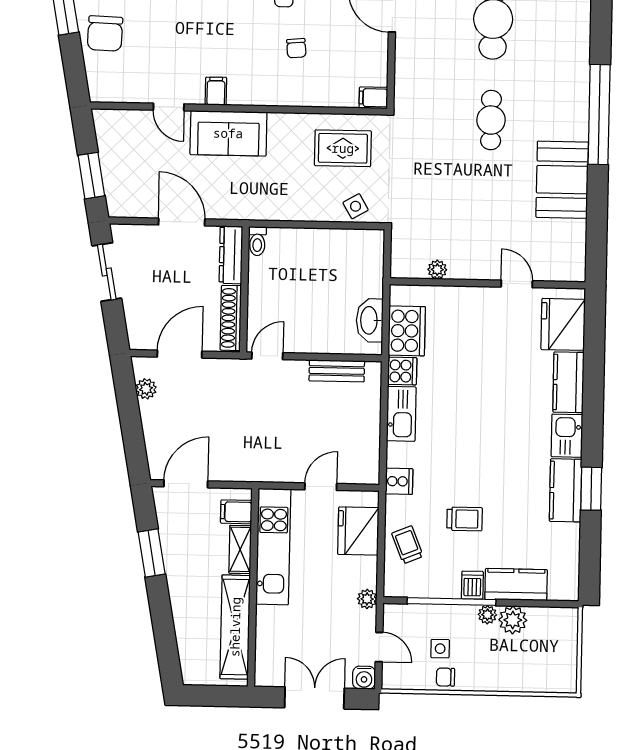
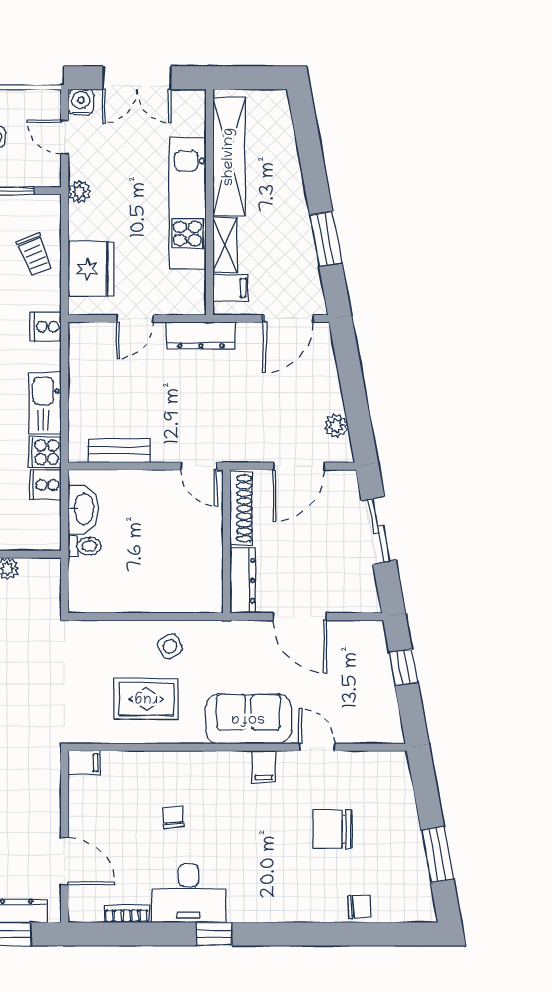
chair: (105, 34) -> (332, 829), moved, turned -92
rug: (343, 148) -> (146, 699), moved
window: (91, 176) -> (403, 667), width x0.67
side table: (356, 206) -> (170, 646), moved
toilet: (257, 241) -> (85, 546), moved, turned 90
sliding door: (107, 272) -> (379, 530), moved
cooker: (407, 331) -> (45, 485), width x0.53, depth x0.76
door: (267, 356) -> (199, 466), hinge flipped
dresser: (263, 471) -> (201, 335), added
kitchen unit: (273, 547) -> (187, 203), moved

